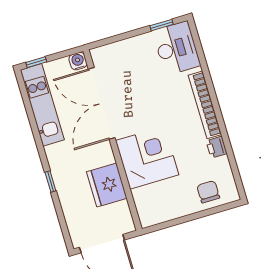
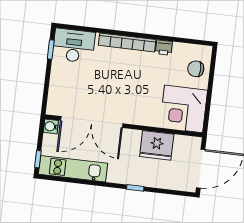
corner desk: (147, 158) -> (184, 109), moved, turned -90

